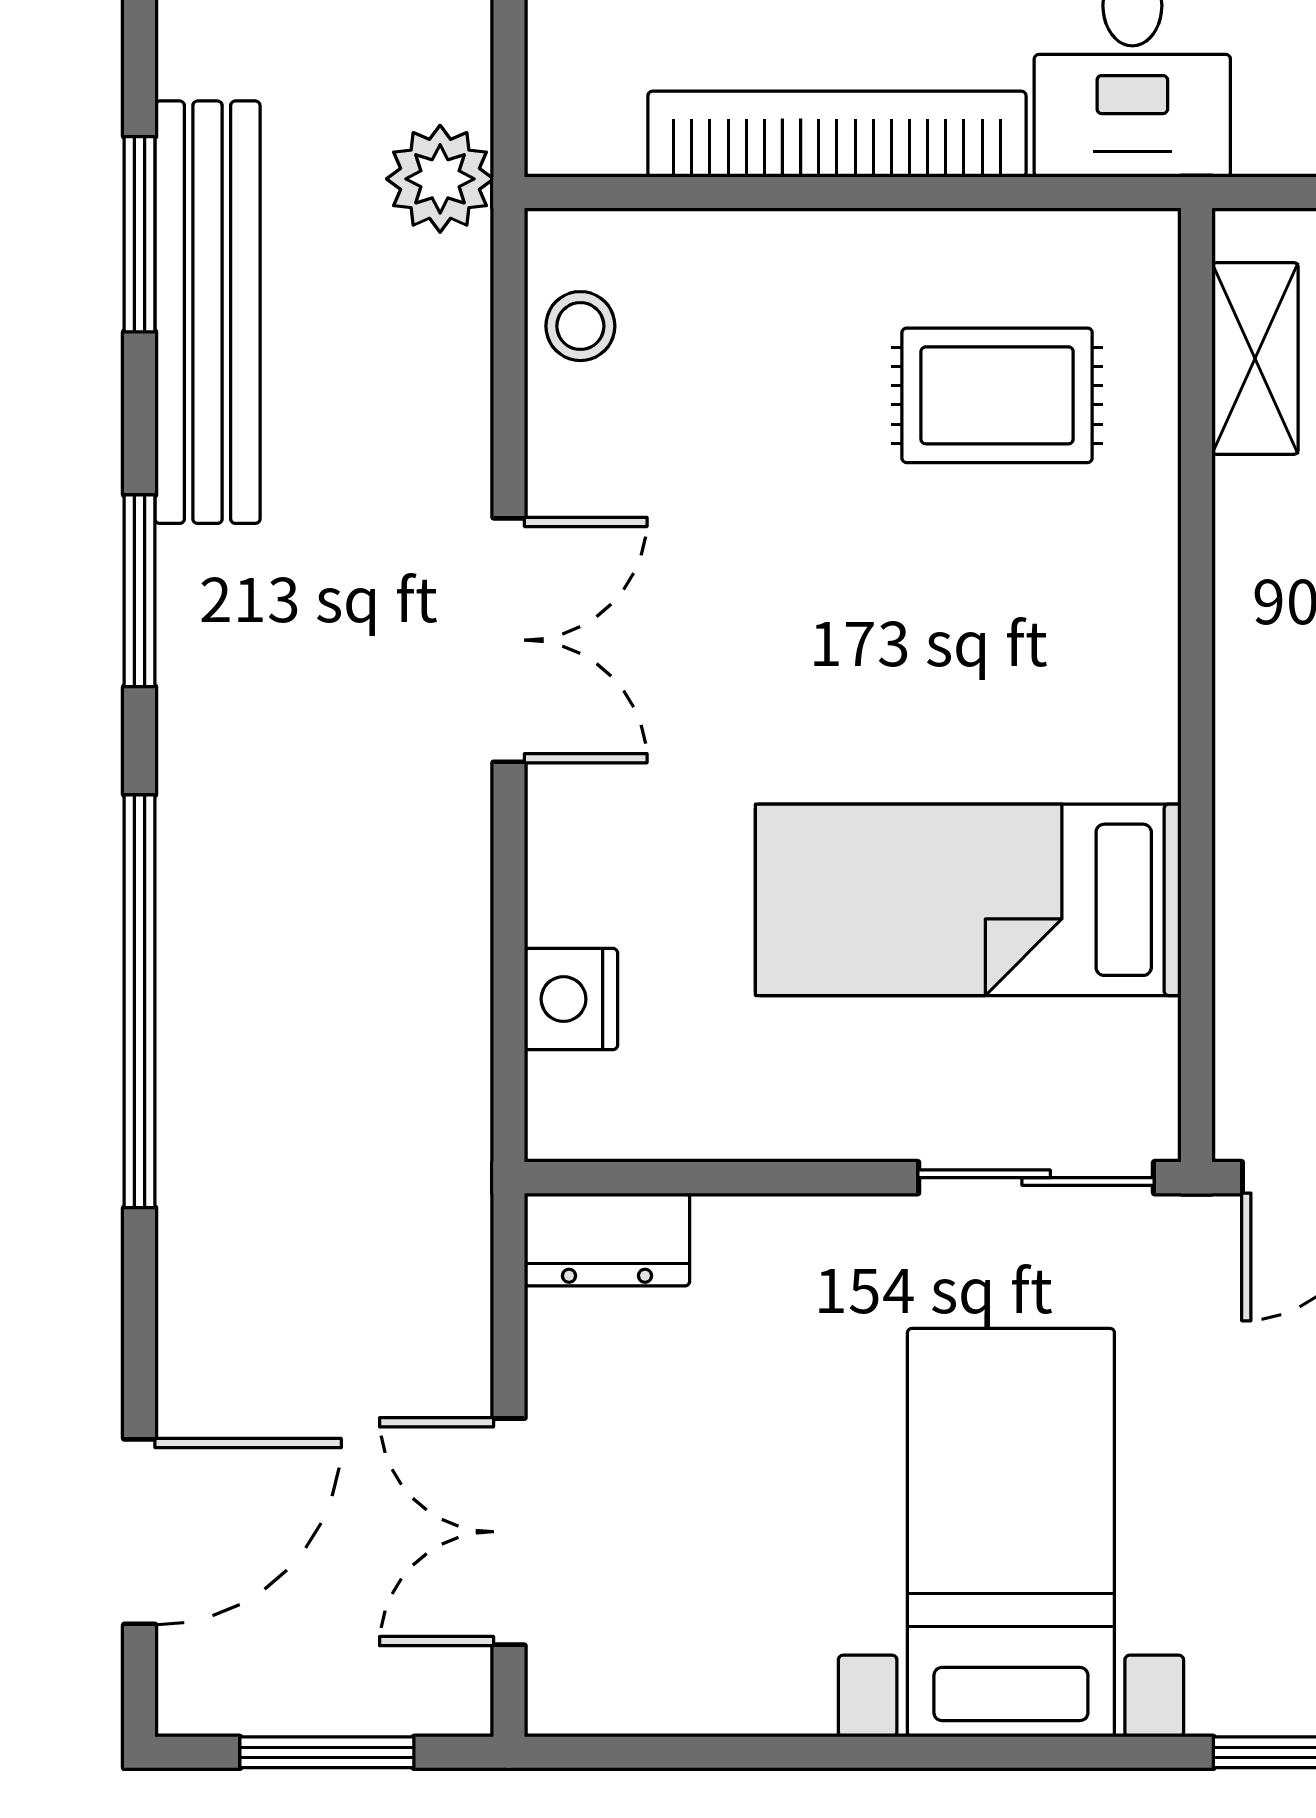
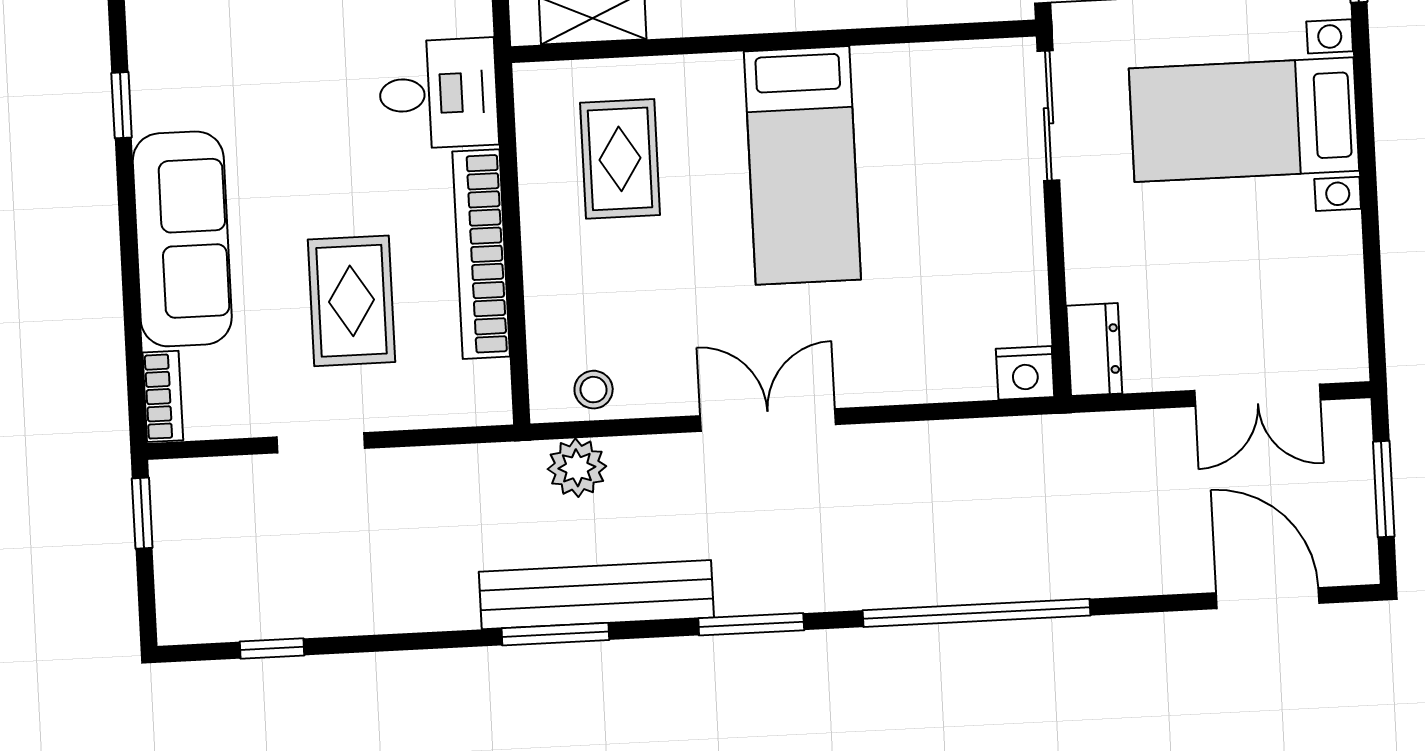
plant: (440, 179) -> (577, 468), moved
bed: (968, 900) -> (802, 165), moved
nightstand: (571, 999) -> (1025, 373), moved

